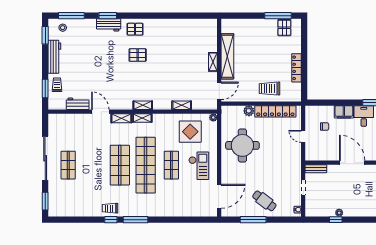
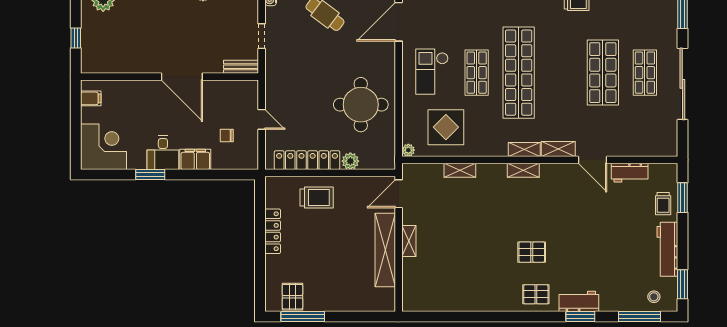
shop shelf: (120, 165) -> (603, 73), moved

